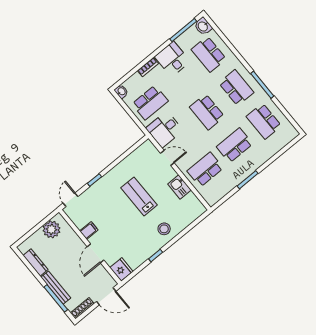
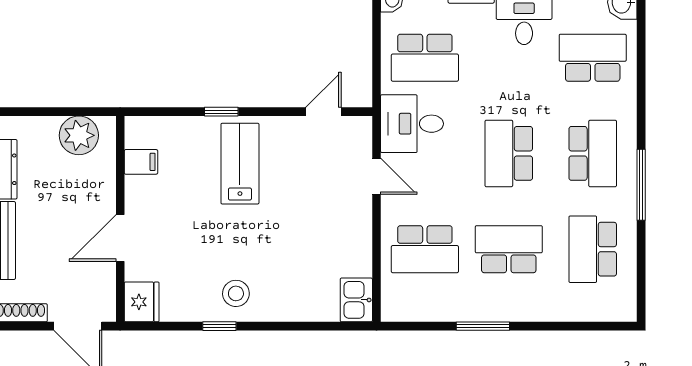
school desk: (209, 54) -> (593, 58), turned 90
school desk: (205, 169) -> (425, 249), turned 180
kitchen sink: (179, 187) -> (356, 300), moved
lab bench: (139, 196) -> (240, 164), moved
door: (70, 200) -> (323, 112), moved
stool: (164, 229) -> (236, 293), moved
filing cabinet: (89, 230) -> (141, 162), moved

